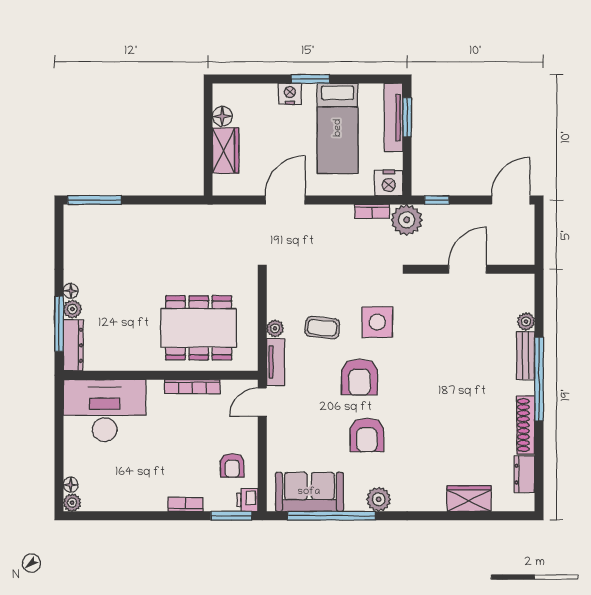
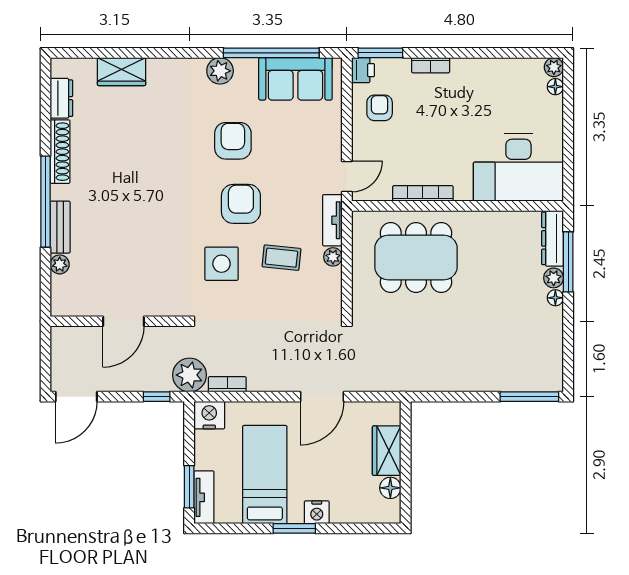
tv unit: (394, 117) -> (204, 497), width x0.71

